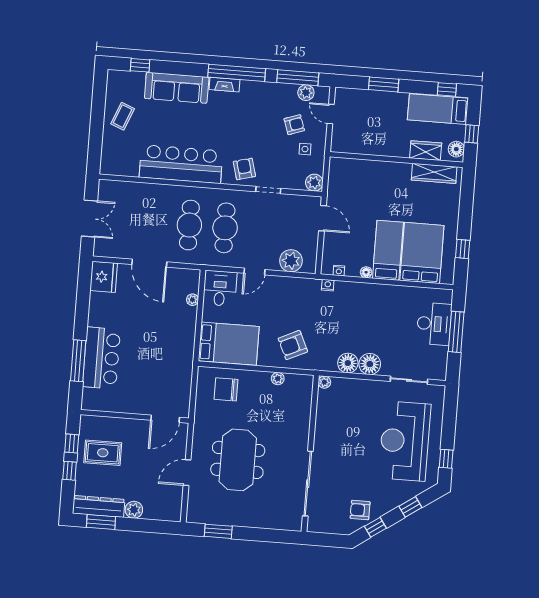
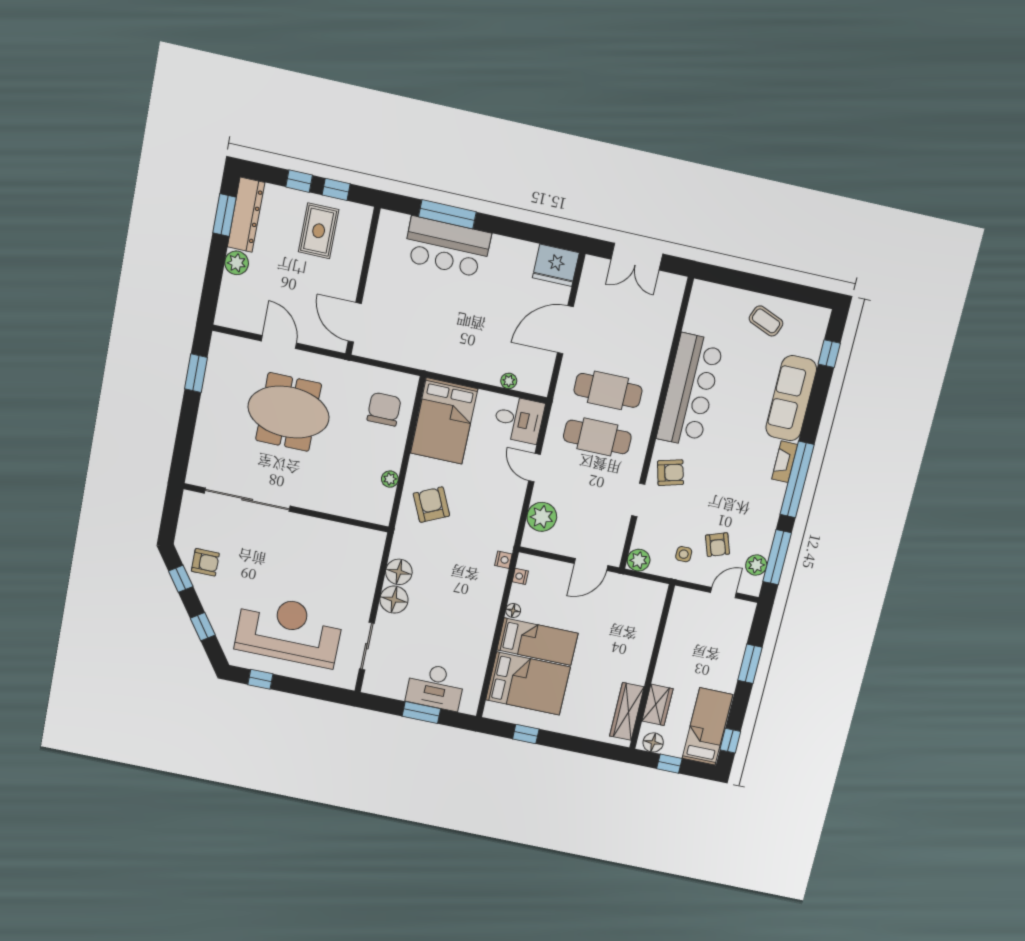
window: (456, 332) -> (421, 712), width x0.69
plant: (324, 382) -> (378, 539), removed
armchair: (360, 510) -> (205, 562), turned 90

